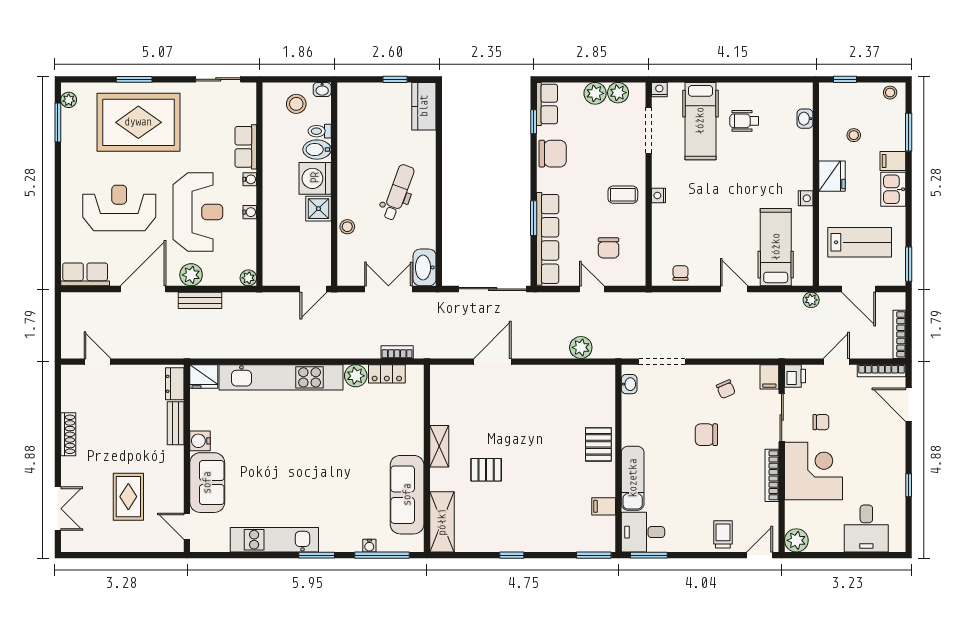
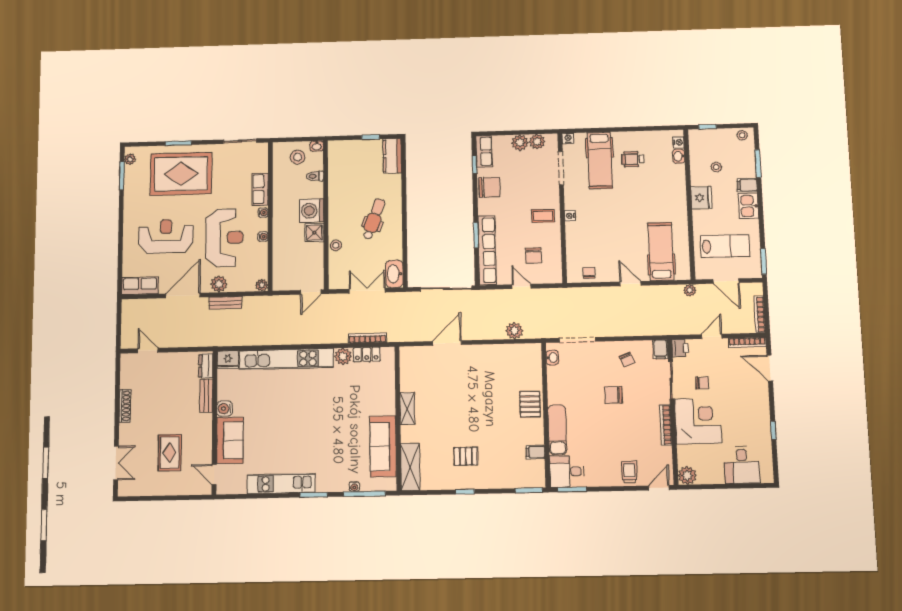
bidet: (317, 150) -> (313, 190), removed
nightstand: (806, 198) -> (678, 142), moved
bookcase: (397, 352) -> (367, 338), width x1.56
pallet: (486, 470) -> (466, 456), moved

